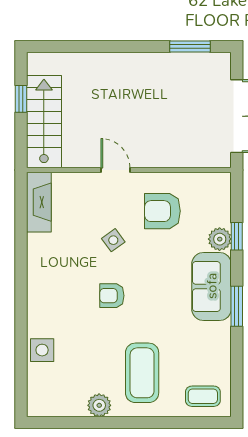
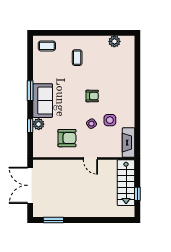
side table: (42, 350) -> (110, 120), moved
coffee table: (142, 373) -> (77, 58), width x0.54, depth x0.58
plant: (99, 405) -> (114, 41), moved

